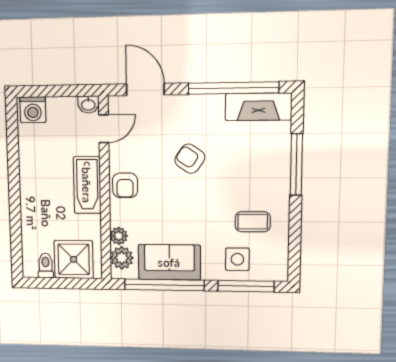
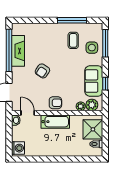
fireplace: (259, 107) -> (18, 51), moved
window: (296, 165) -> (72, 20), moved
window: (164, 285) -> (105, 84), width x0.32

